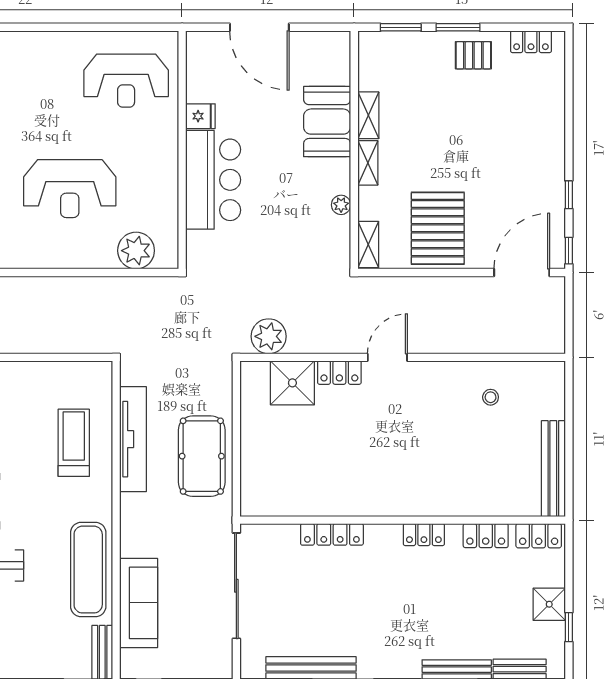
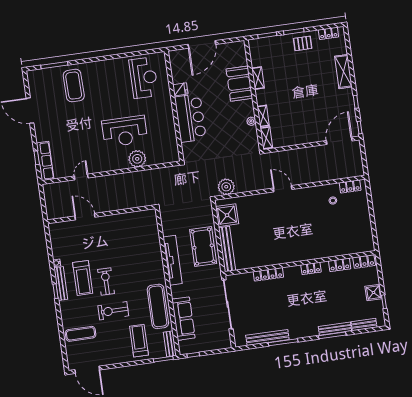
door: (259, 27) -> (202, 44), hinge flipped
reception desk: (126, 81) -> (144, 78), turned -90
shelving: (551, 127) -> (343, 72), added
shelving: (368, 163) -> (263, 116), moved
pallet: (438, 228) -> (297, 126), removed
plant: (136, 251) -> (137, 159), moved
door: (387, 357) -> (283, 189), hinge flipped
locker: (339, 373) -> (350, 186), moved
shower: (292, 383) -> (227, 215), moved
tv unit: (133, 439) -> (173, 260), moved
treadmill: (74, 443) -> (139, 341), moved
bench: (553, 469) -> (227, 249), moved

